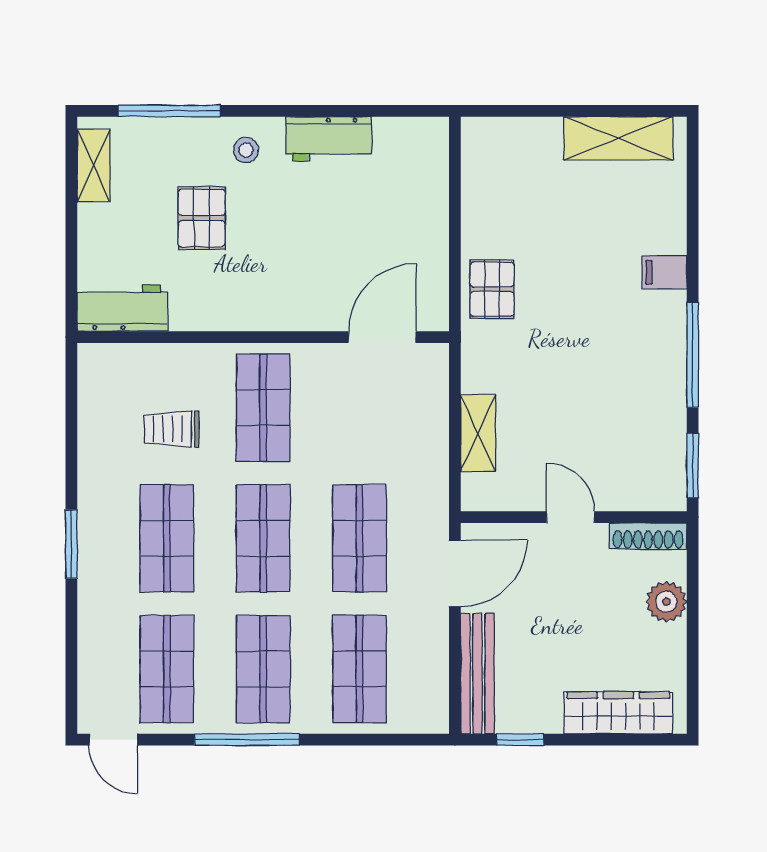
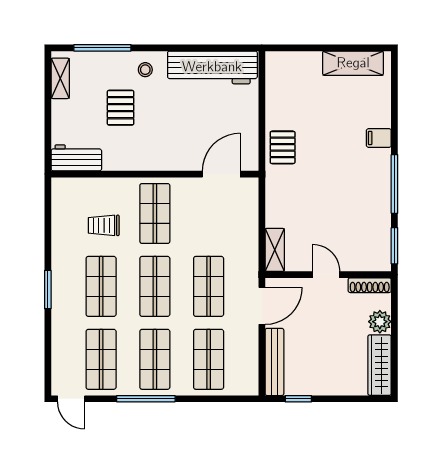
workbench: (329, 139) -> (212, 67), width x1.88, depth x1.32
shelving: (478, 433) -> (275, 250), moved
wardrobe: (618, 713) -> (380, 365), moved, turned -90

